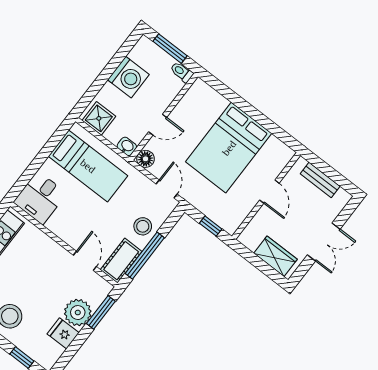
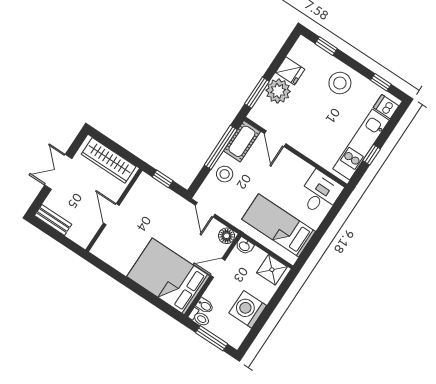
bidet: (175, 85) -> (205, 306), added
bed: (229, 148) -> (168, 276), moved, turned -90
bench: (320, 180) -> (53, 220), moved
wardrobe: (275, 256) -> (109, 160), width x1.50

